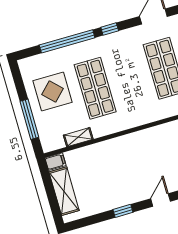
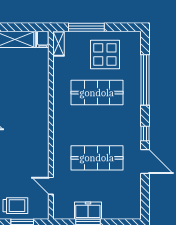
window: (110, 29) -> (145, 134), moved
shelving: (78, 137) -> (58, 44), moved

